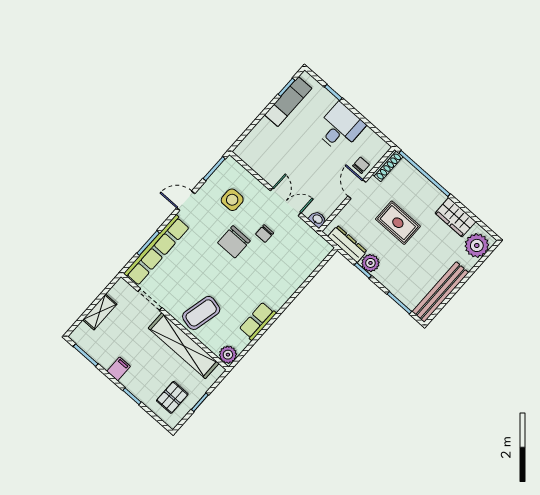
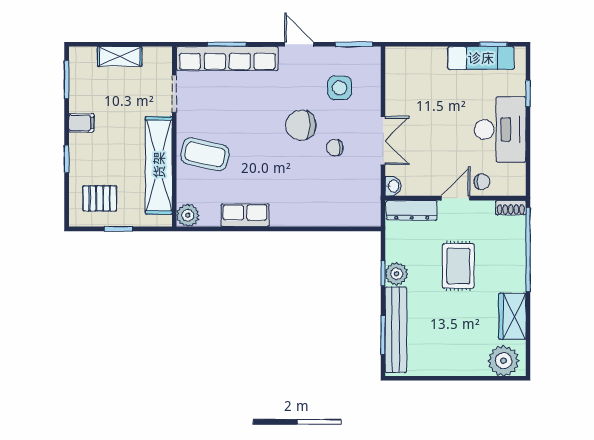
desk: (340, 128) -> (500, 129), width x1.37
shoe rack: (388, 166) -> (511, 208), width x0.70
dresser: (347, 244) -> (412, 210), moved, turned 90
bench: (440, 292) -> (396, 330), moved, turned 90

